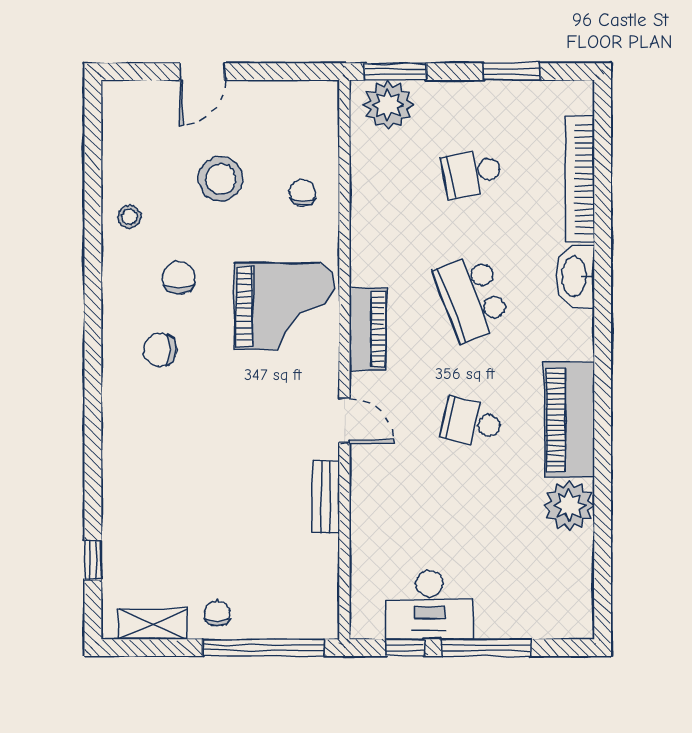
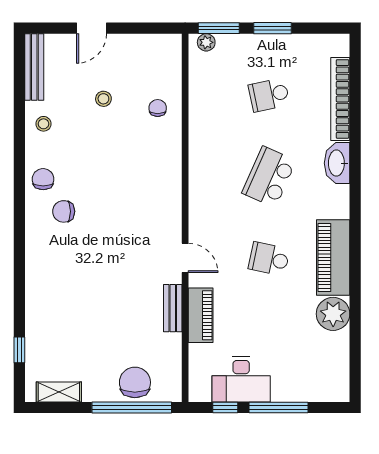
window: (512, 72) -> (273, 28), moved
plant: (388, 105) -> (206, 42), width x0.53, depth x0.53
bench: (115, 131) -> (34, 67), added
stool: (220, 179) -> (103, 99), width x0.53, depth x0.53
chair: (179, 278) -> (43, 179), moved
school desk: (472, 297) -> (269, 177), turned 45
grand piano: (284, 306) -> (146, 183), removed
piano: (368, 329) -> (201, 315), moved
chair: (217, 613) -> (135, 382), moved, width x1.87, depth x1.87

